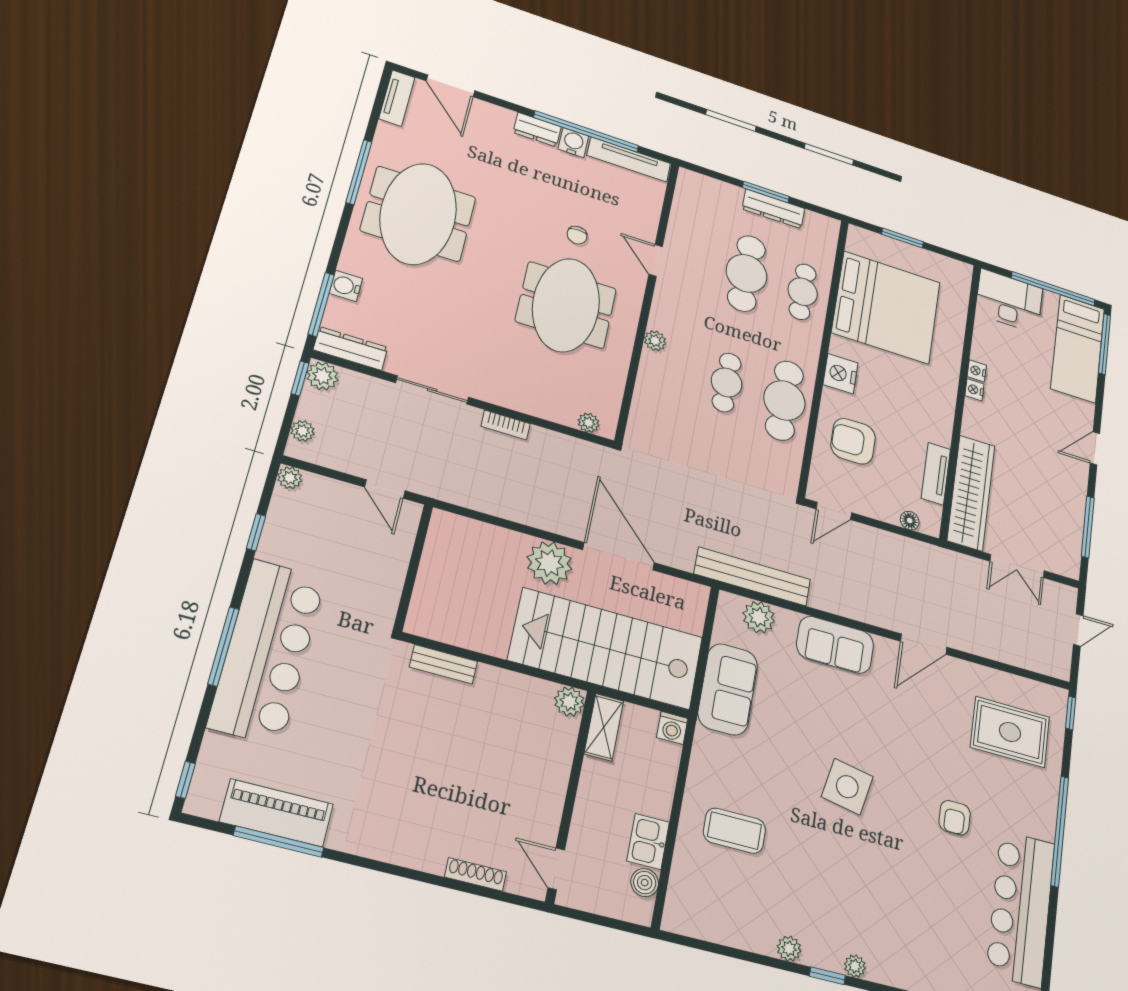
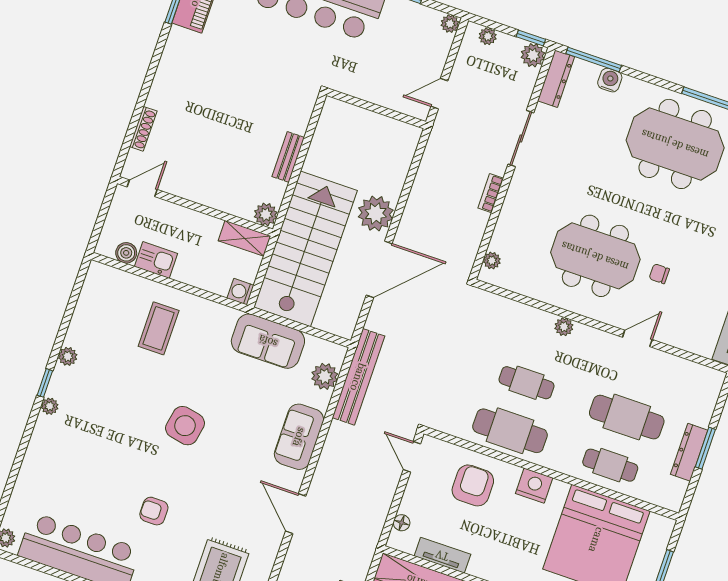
bench: (443, 664) -> (288, 157), moved

